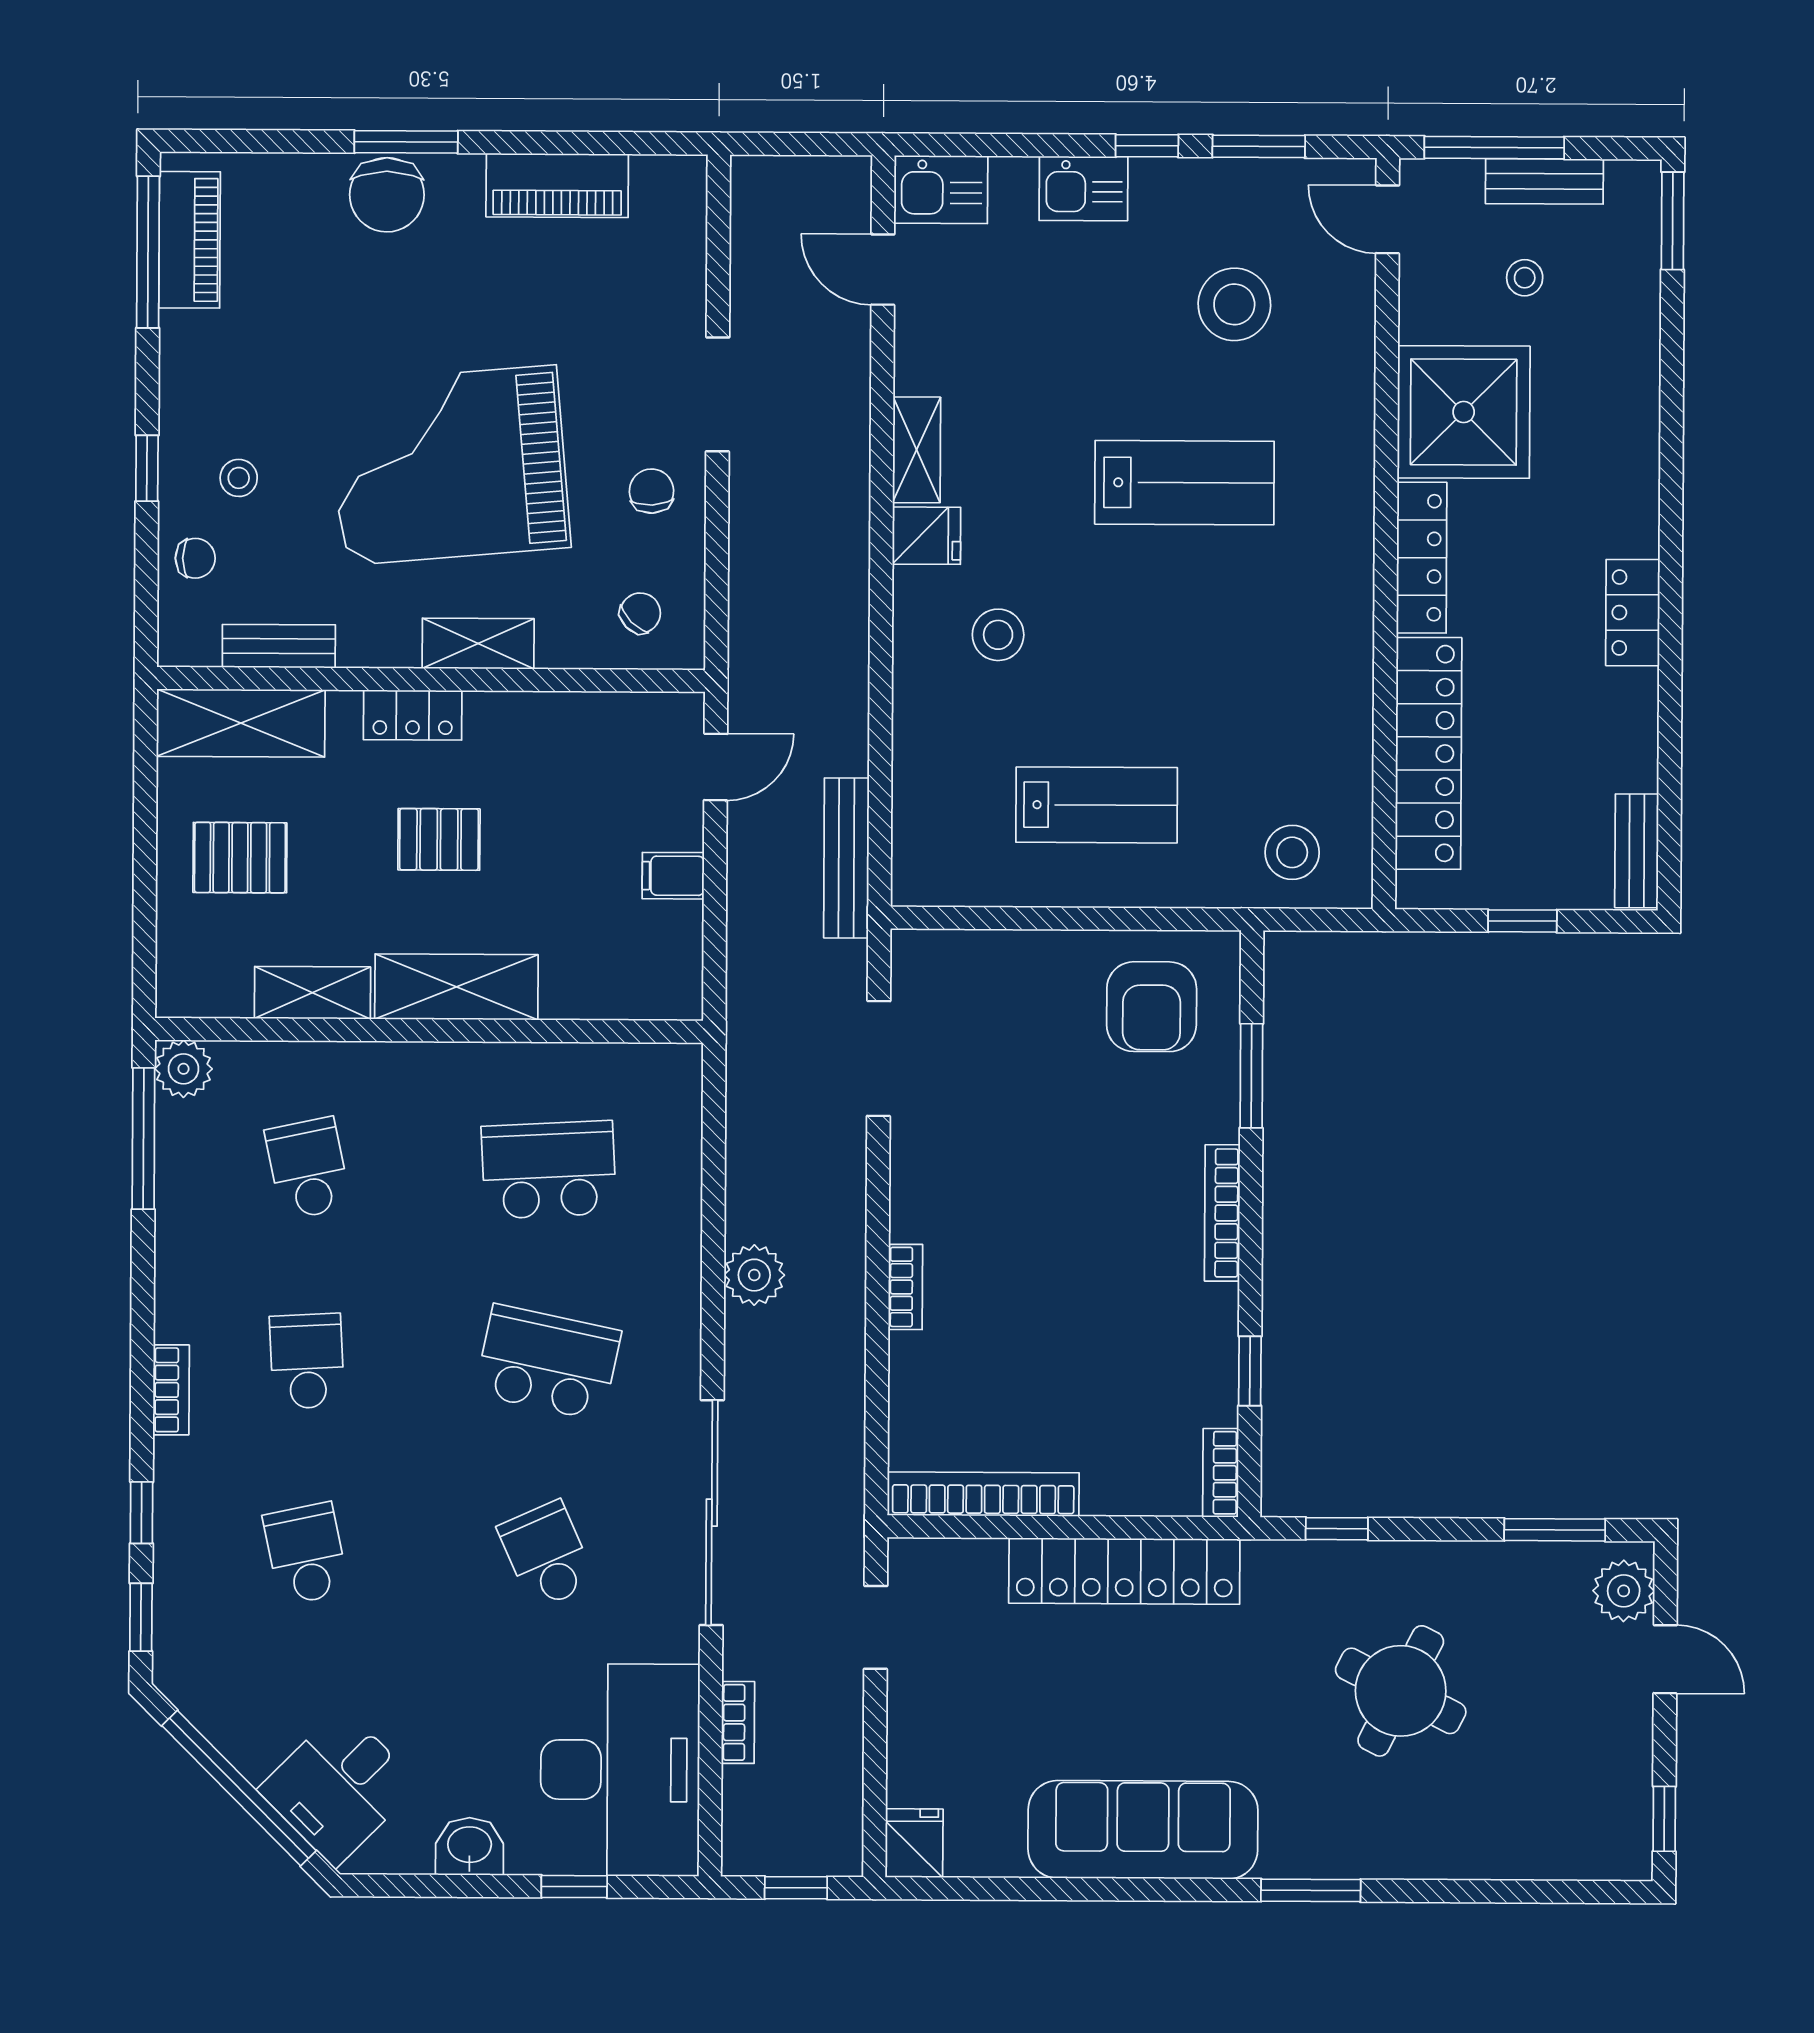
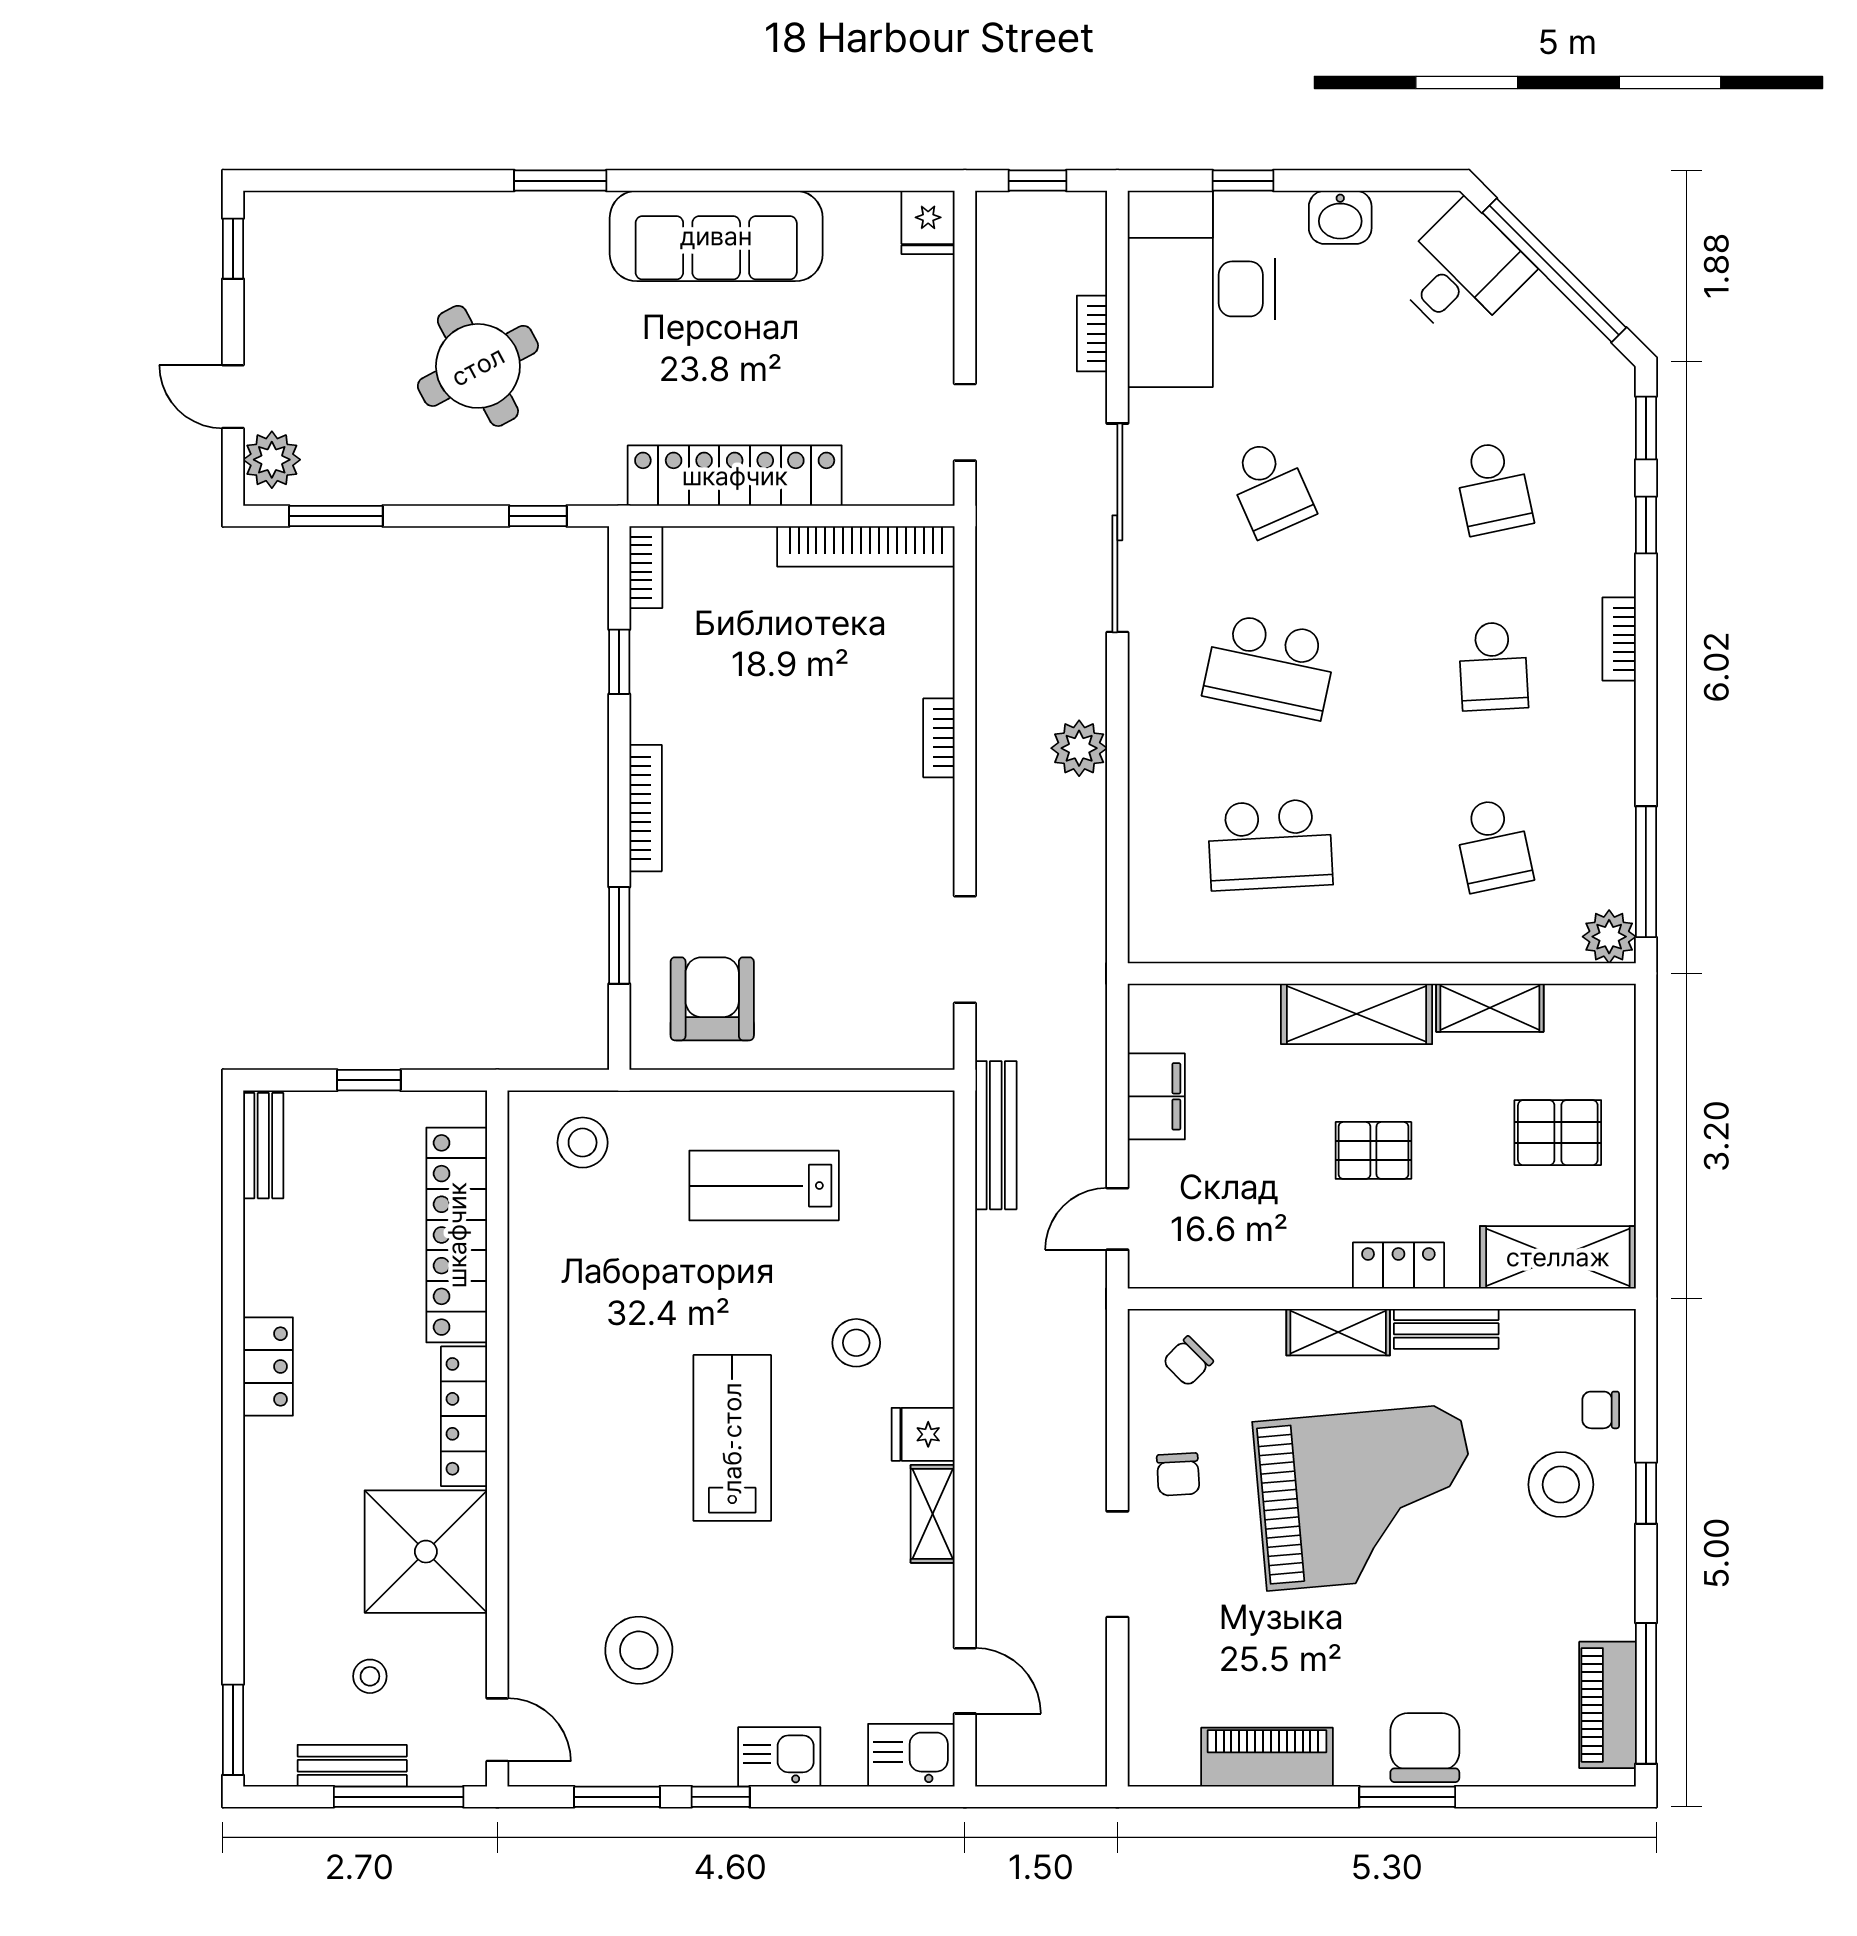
stool: (239, 478) -> (1561, 1485), width x1.89, depth x1.89
lab bench: (1184, 483) -> (732, 1438), moved, turned 90
bench: (279, 646) -> (1446, 1329), moved
filing cabinet: (673, 876) -> (1156, 1096), width x2.00
round table: (1401, 1691) -> (478, 366), turned 35

